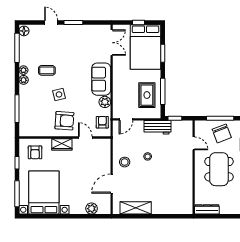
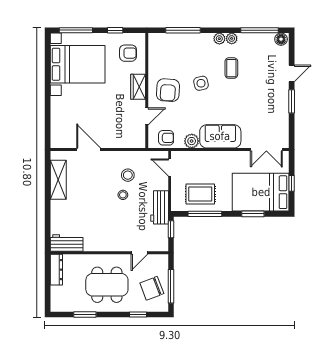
armchair: (35, 152) -> (128, 53), turned 180
stool: (125, 162) -> (128, 175), moved
workbench: (186, 201) -> (67, 243), added
plant: (92, 209) -> (57, 124), removed

